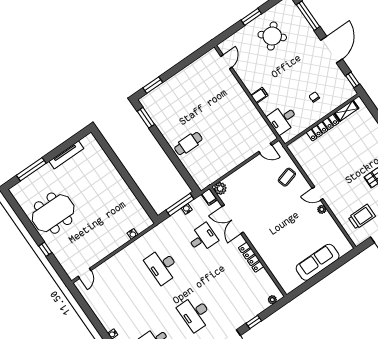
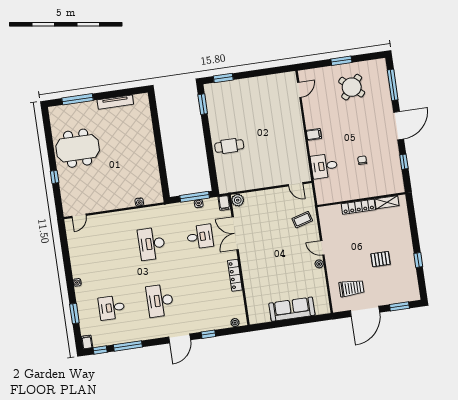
shelving: (346, 111) -> (387, 202), moved
wall: (322, 120) -> (361, 200), moved
locker: (323, 128) -> (358, 207), moved

